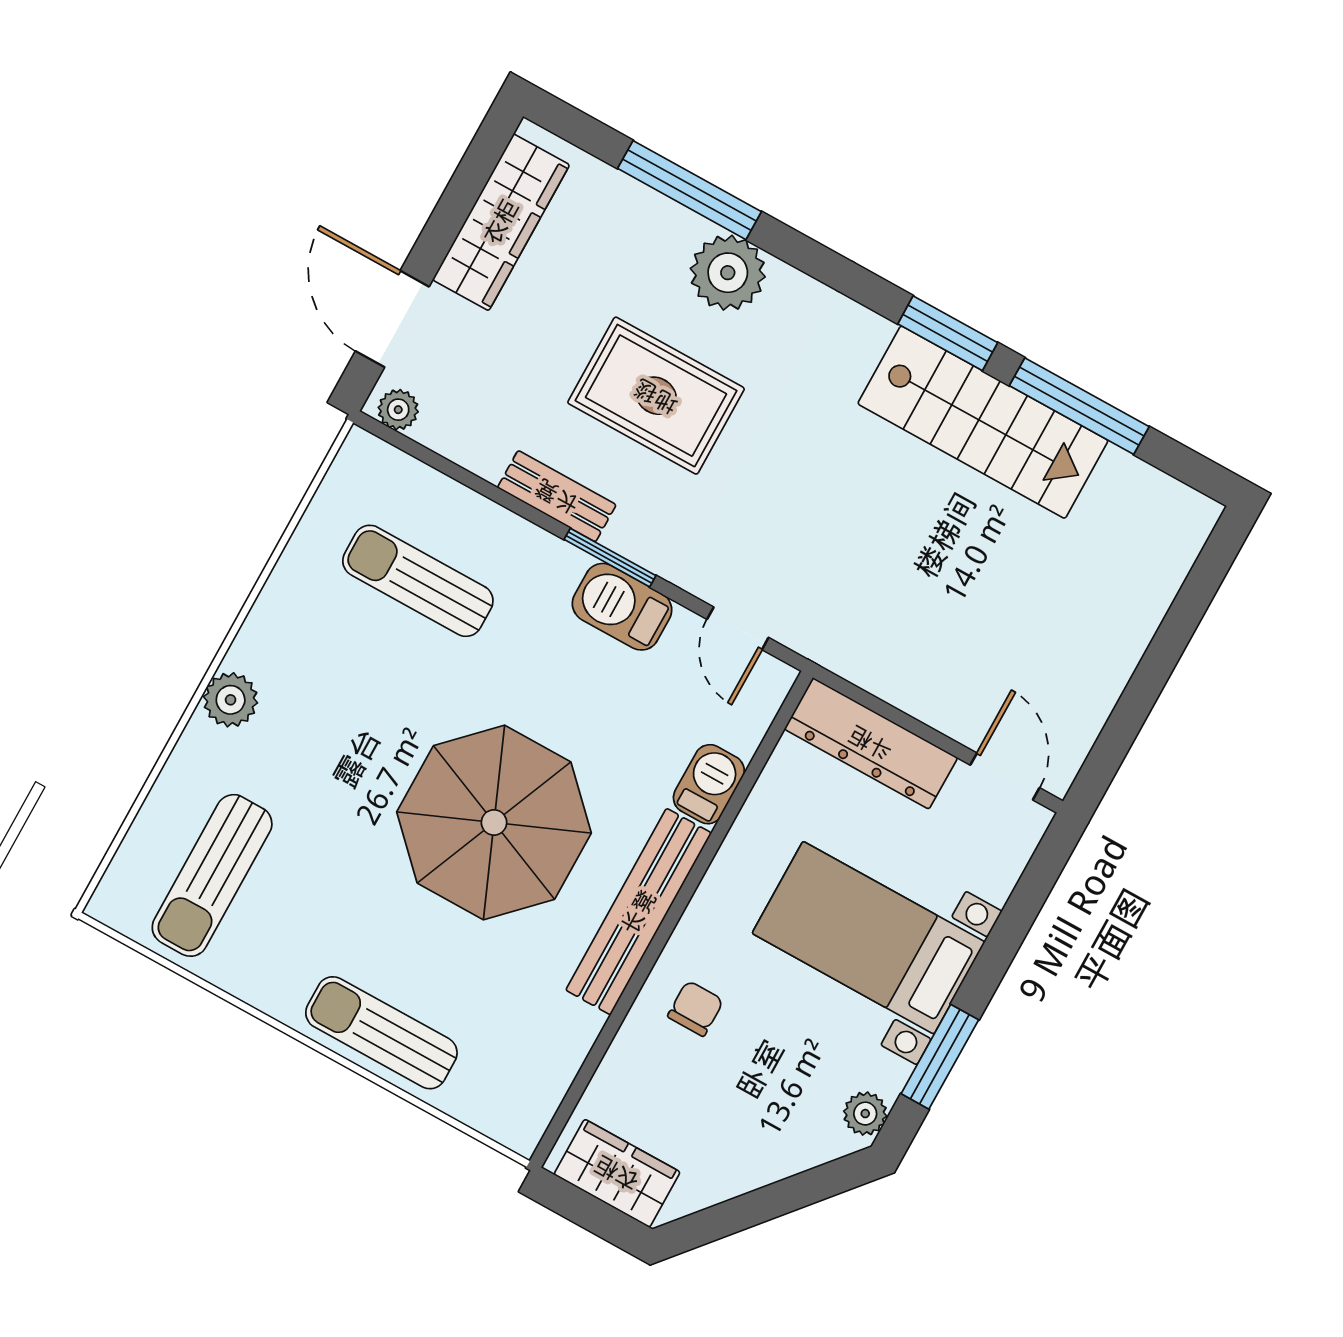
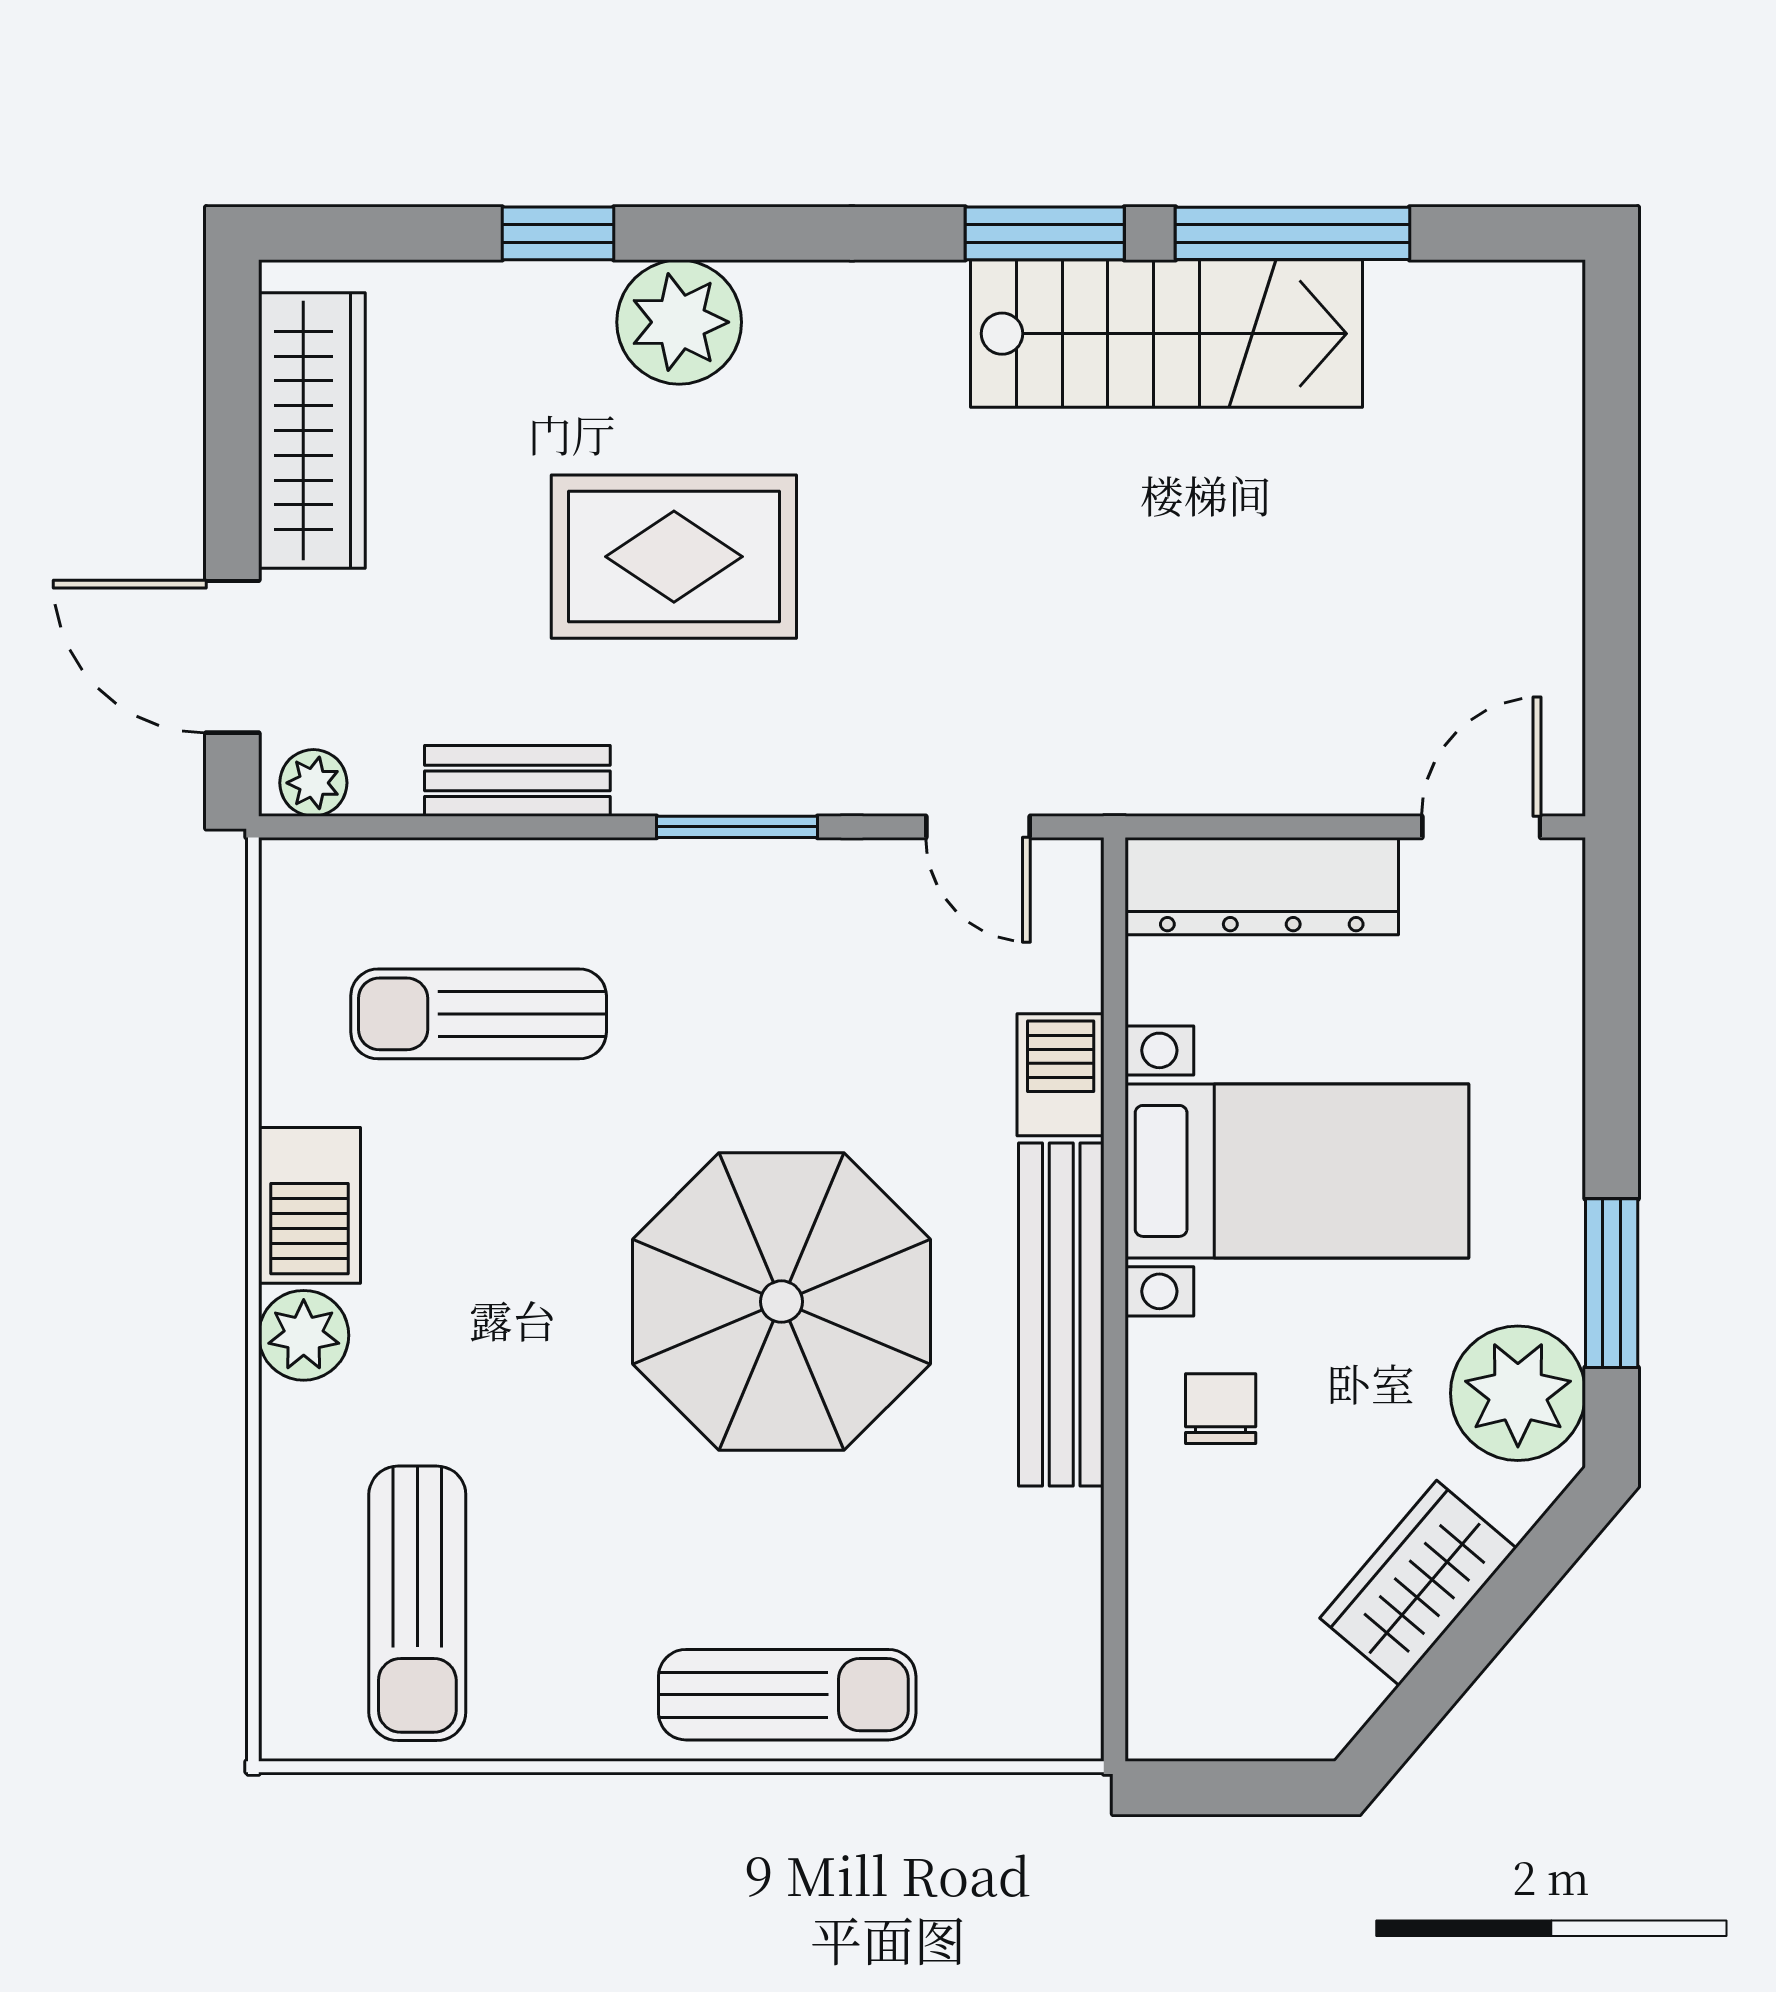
window: (689, 190) -> (558, 233), width x0.46
bench: (557, 496) -> (517, 781), moved
barbecue: (622, 607) -> (309, 1205), moved, turned -90
door: (1005, 776) -> (1481, 827), hinge flipped
bed with nightstands: (868, 938) -> (1297, 1171), moved, turned 180
sun lounger: (381, 1033) -> (787, 1695), turned 180
plant: (865, 1114) -> (1518, 1393), width x1.88, depth x1.88
wardrobe: (617, 1173) -> (1418, 1583), moved, turned -50

